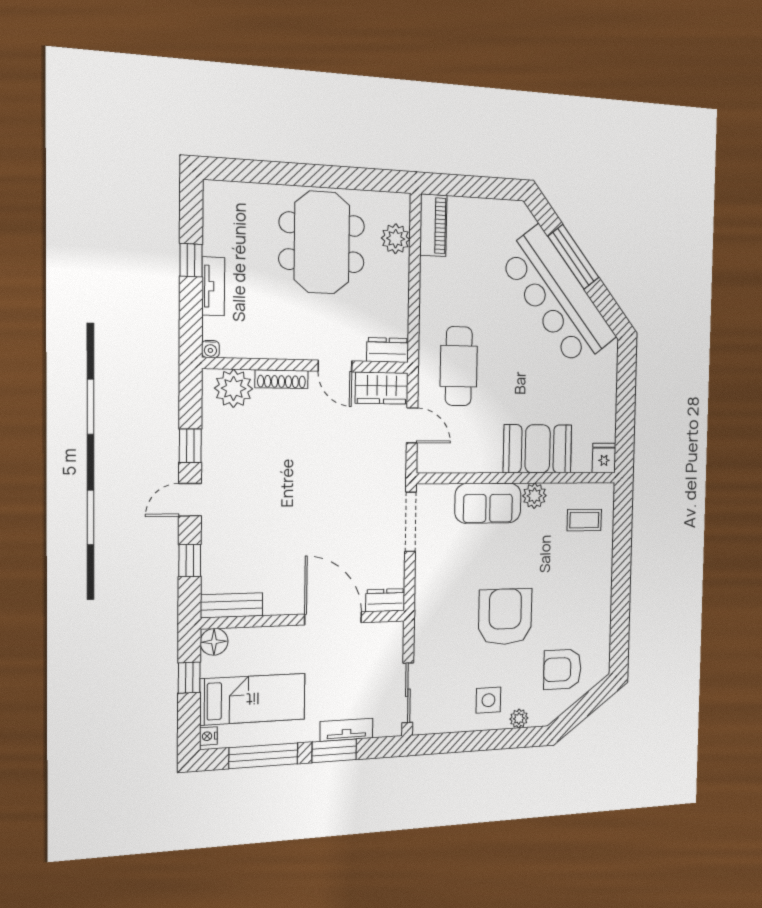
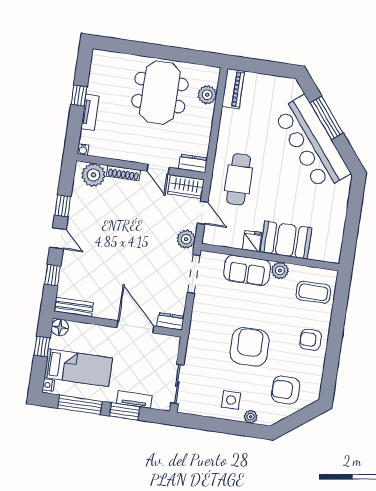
fridge: (604, 458) -> (252, 241), moved
plant: (392, 470) -> (186, 239), added
door: (190, 500) -> (58, 238), swing flipped
coffee table: (584, 520) -> (313, 292), width x1.36, depth x1.30
armchair: (588, 590) -> (311, 340), added

